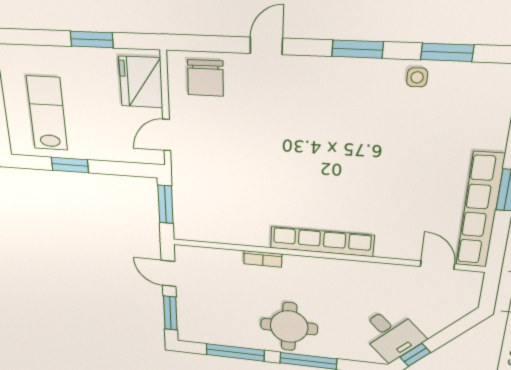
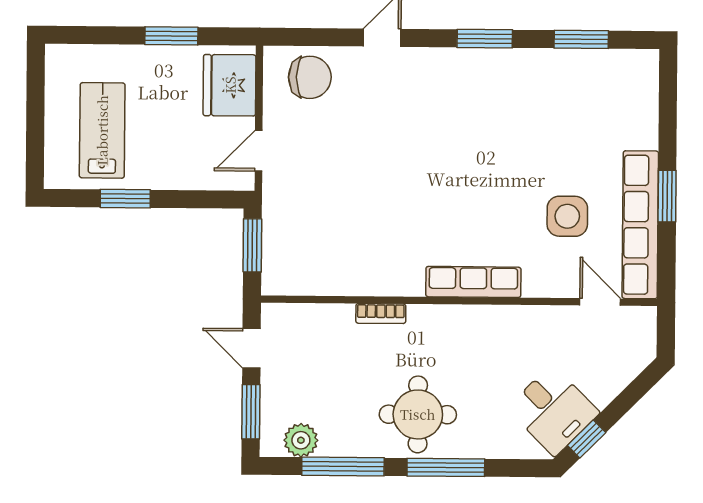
side table: (417, 77) -> (567, 216), moved, width x1.87, depth x1.87
chair: (205, 78) -> (310, 77), turned -90
row of seats: (322, 242) -> (473, 282), width x0.73
plant: (206, 334) -> (301, 440), added

